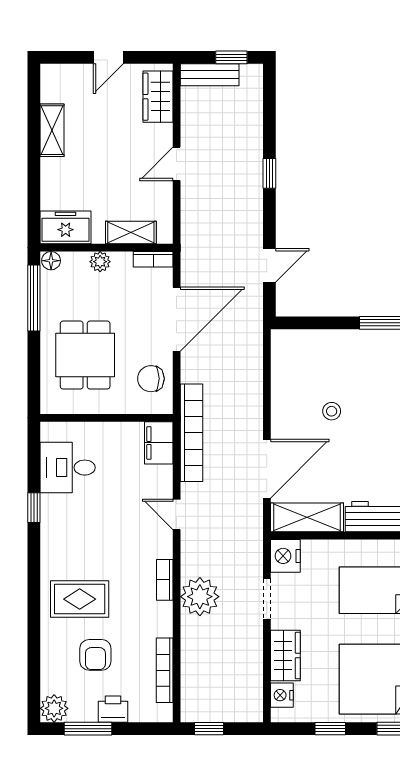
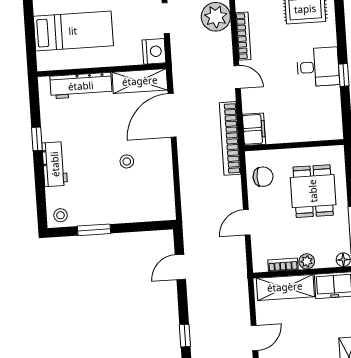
shelving: (131, 233) -> (285, 287), width x1.50, depth x1.33
bookcase: (153, 259) -> (283, 265), moved
door: (177, 319) -> (247, 222), width x0.53
desk: (68, 468) -> (318, 67), moved
bookcase: (165, 580) -> (243, 36), width x1.56

